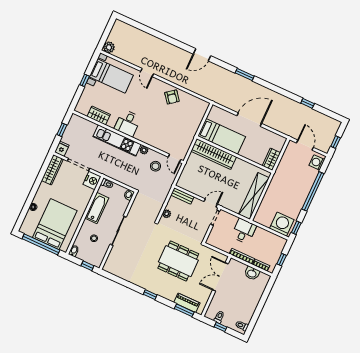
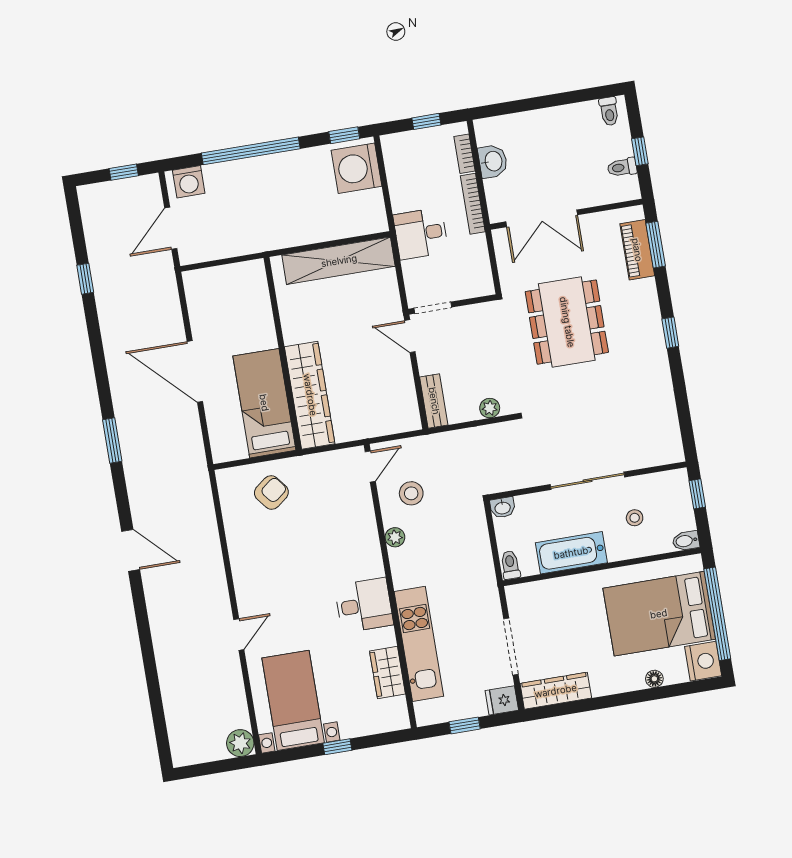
armchair: (172, 97) -> (271, 492), moved
kitchen unit: (117, 141) -> (419, 644), moved
wardrobe: (271, 159) -> (243, 275), removed
nightstand: (92, 180) -> (703, 661), moved, turned 90

